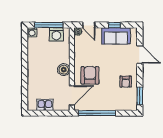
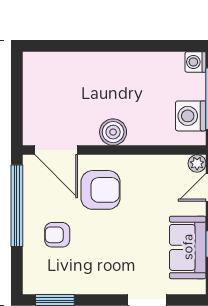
armchair: (126, 82) -> (57, 235), moved
kitchen sink: (45, 105) -> (35, 90), removed

